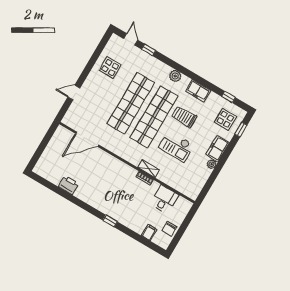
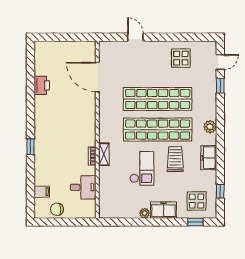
checkout: (176, 146) -> (142, 168), turned 180

